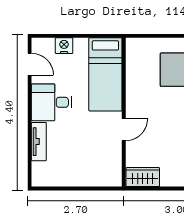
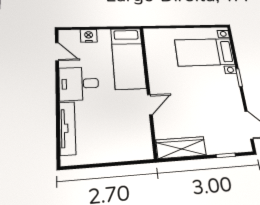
tv unit: (39, 142) -> (67, 128), width x1.41
wardrobe: (143, 177) -> (181, 147), width x1.50

